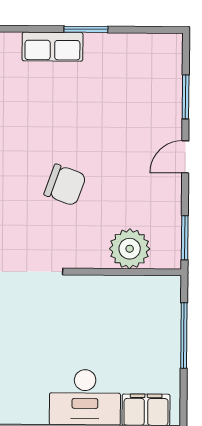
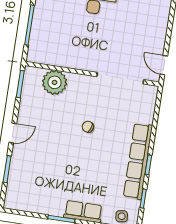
chair: (65, 185) -> (88, 127), width x0.54, depth x0.54

